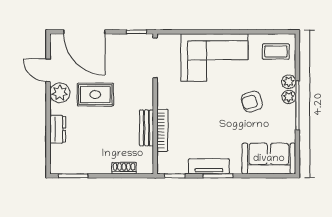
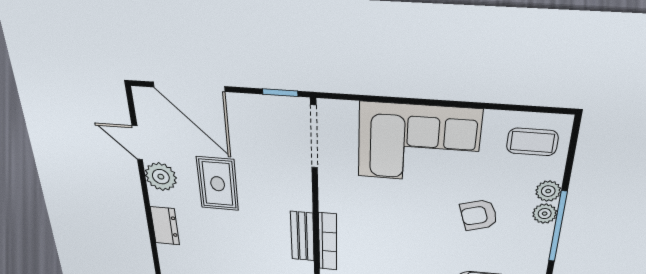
rug: (95, 95) -> (218, 184), turned 90

